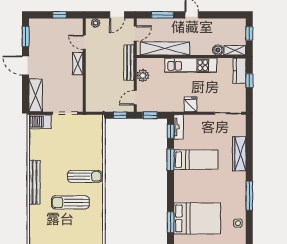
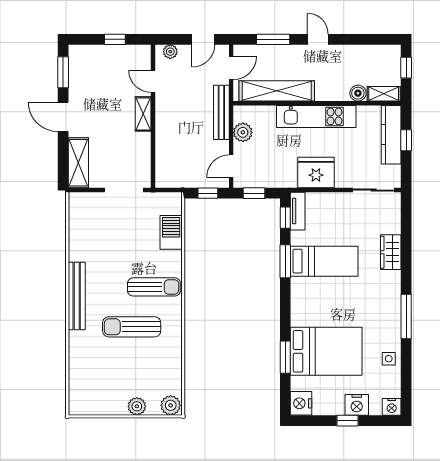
kitchen counter: (240, 71) -> (391, 135), width x1.50
fridge: (190, 104) -> (316, 173), width x1.88, depth x1.34
barbecue: (40, 122) -> (171, 232), moved, turned 90
wardrobe: (239, 154) -> (391, 252), width x0.67

